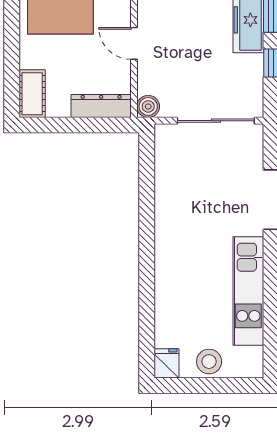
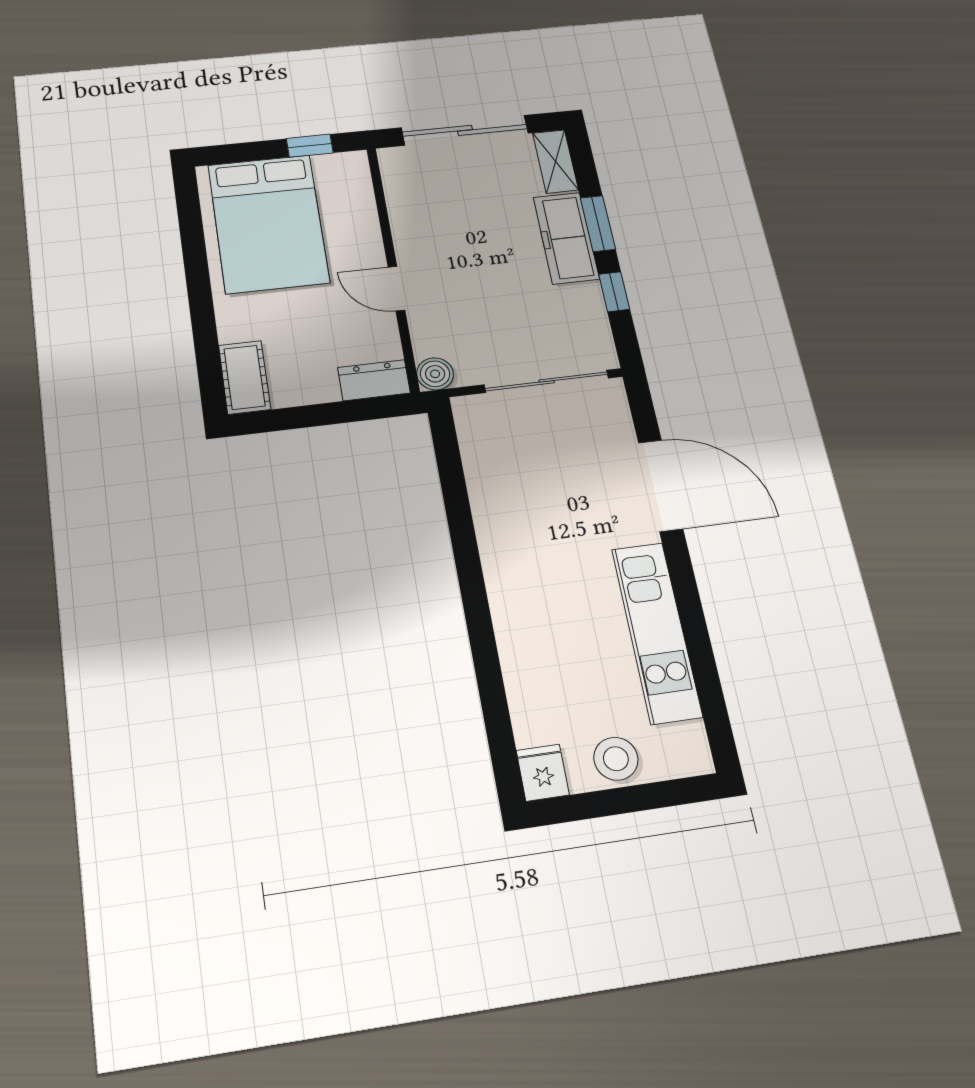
dresser: (101, 106) -> (374, 380), width x0.70

